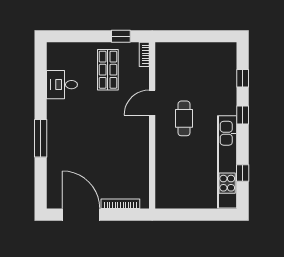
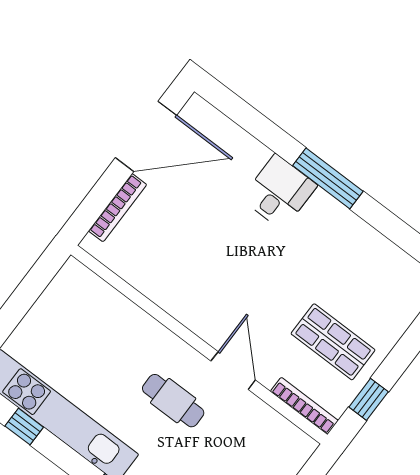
bookcase: (144, 54) -> (304, 406), width x1.56
desk: (62, 85) -> (279, 192), moved
window: (41, 138) -> (328, 178), moved

